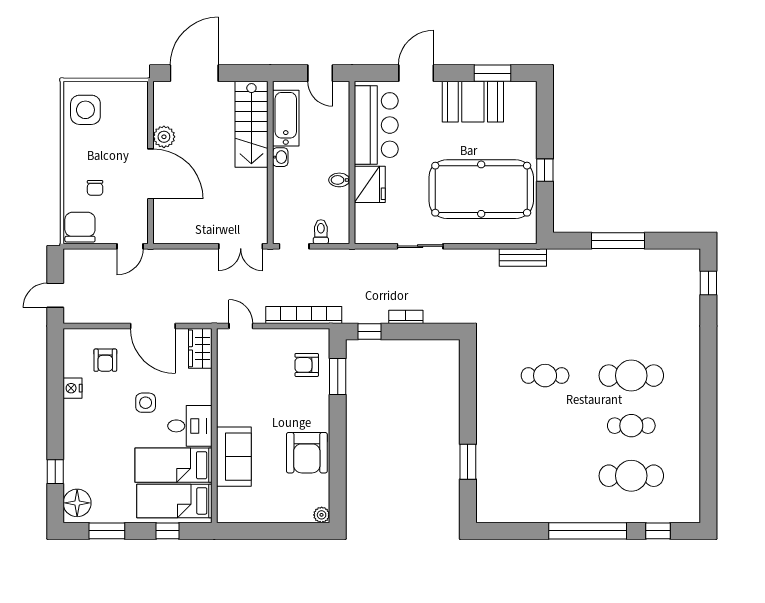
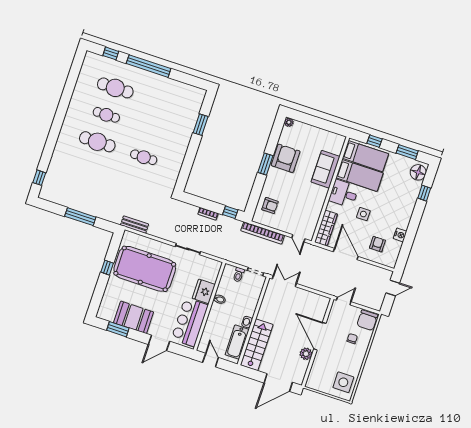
wardrobe: (200, 348) -> (326, 228), width x1.50
window: (338, 377) -> (265, 164), moved

